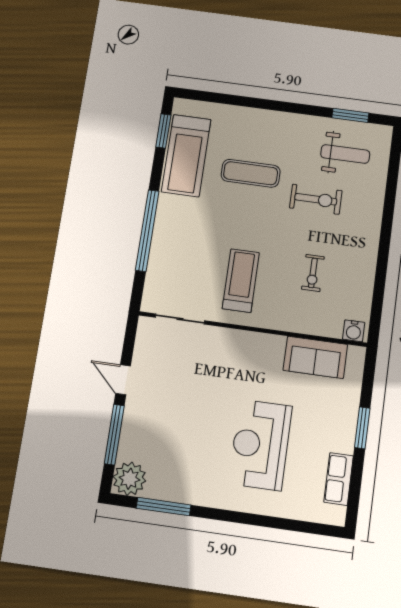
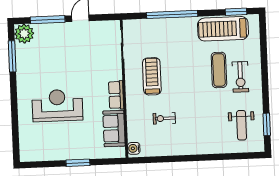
exercise bike: (316, 199) -> (240, 77), moved
treadmill: (241, 281) -> (152, 76), turned -90
row of seats: (339, 479) -> (116, 95), moved, turned -90

